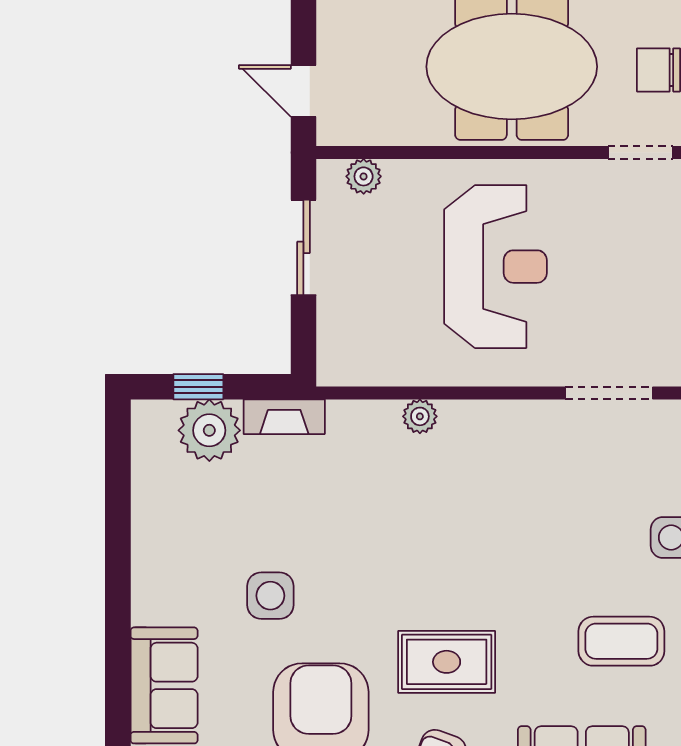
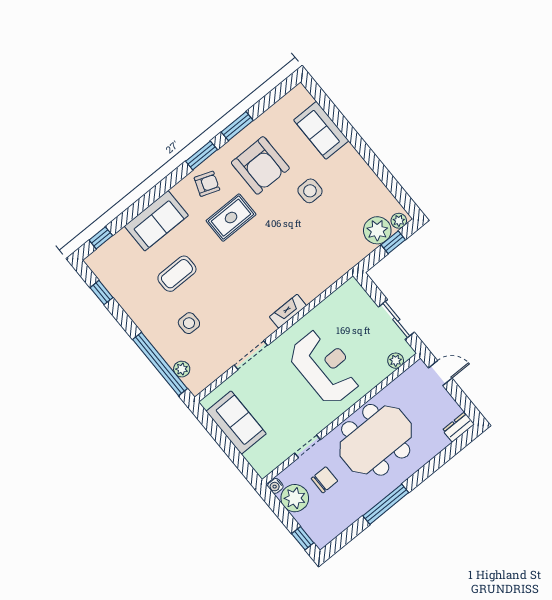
reception desk: (495, 267) -> (325, 367), turned 180
plant: (420, 416) -> (399, 221), moved
fireplace: (284, 417) -> (288, 311), moved

